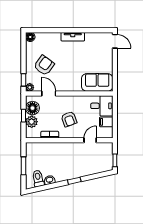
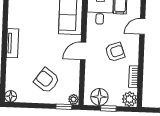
door: (49, 94) -> (83, 51), moved
plant: (32, 122) -> (129, 99), moved
door: (90, 140) -> (142, 26), hinge flipped

